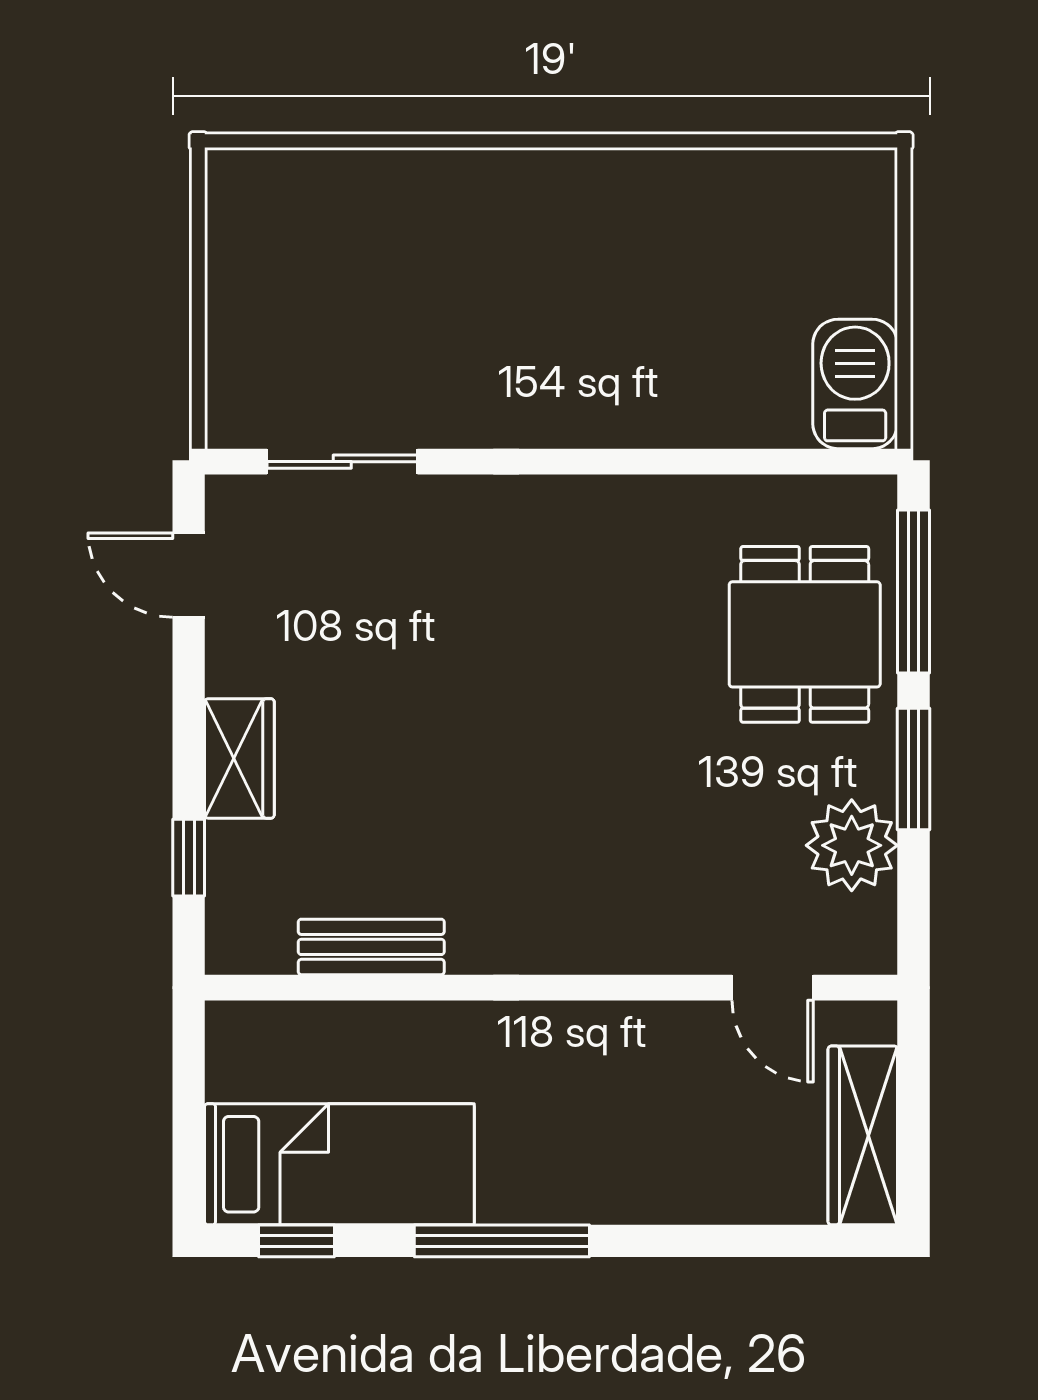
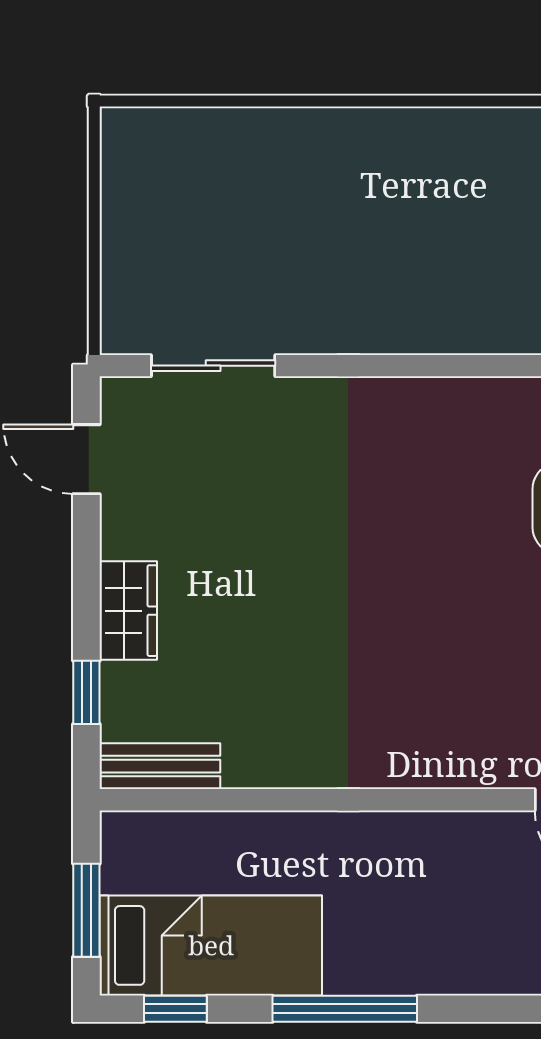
bench: (371, 947) -> (160, 766), moved
window: (189, 1122) -> (86, 910), added

